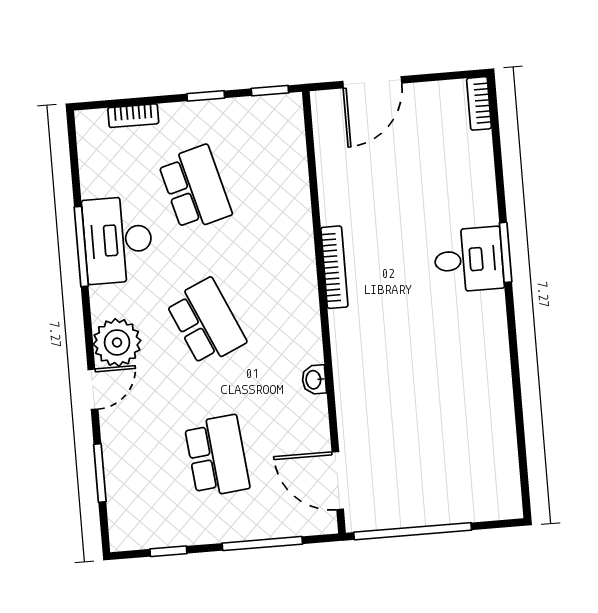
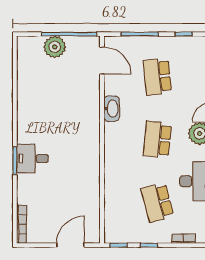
bookcase: (479, 103) -> (22, 224), width x1.56
bookcase: (334, 267) -> (95, 160), removed
school desk: (206, 322) -> (157, 140), turned 30
washbasin: (314, 380) -> (112, 109), width x1.91, depth x1.45
plant: (441, 501) -> (55, 47), added

